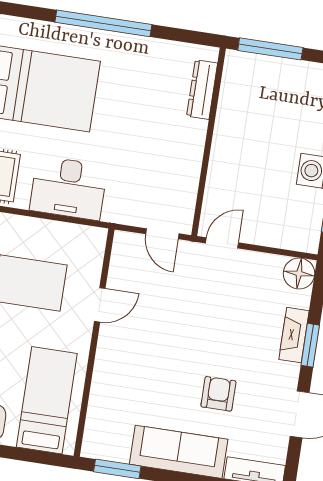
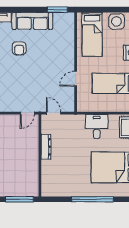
dresser: (202, 90) -> (46, 147), moved
desk: (69, 188) -> (97, 127), width x0.73

